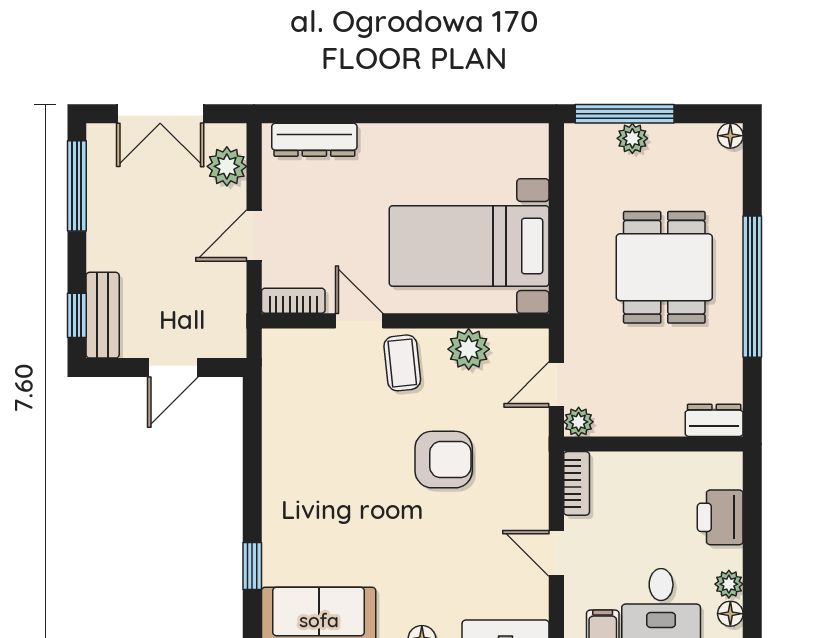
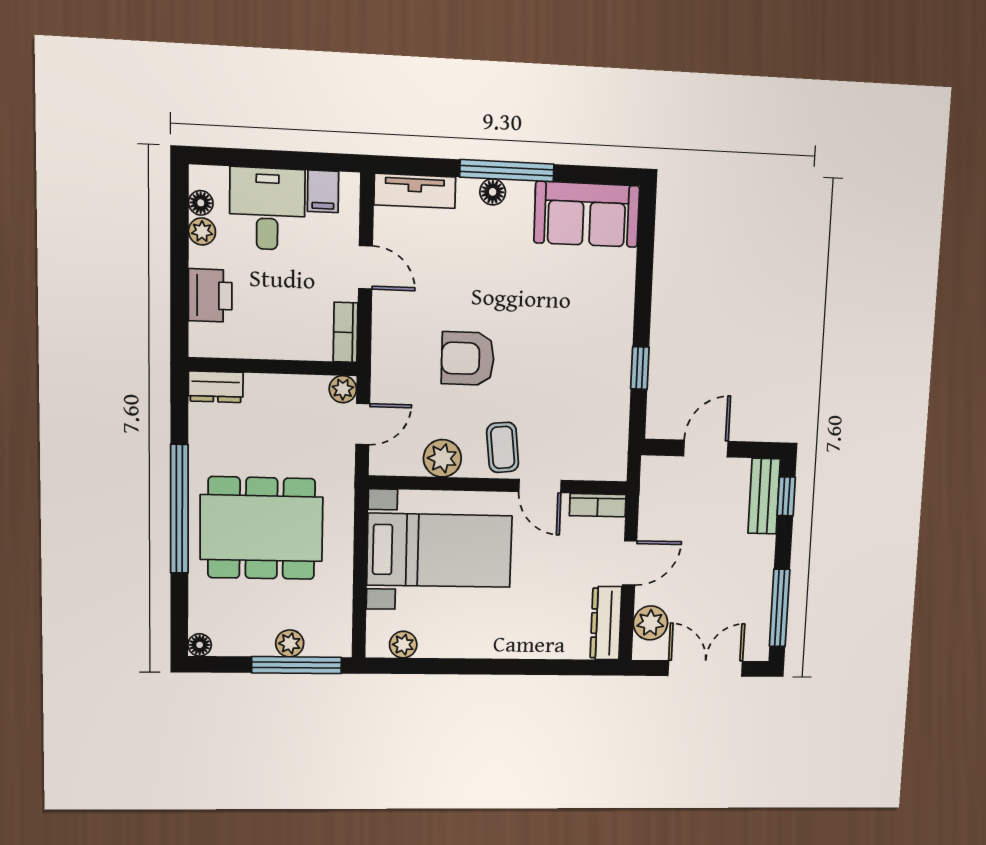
plant: (507, 138) -> (403, 645), added
dresser: (314, 140) -> (606, 623), moved, turned -90
dining table: (664, 267) -> (262, 528), width x1.38
window: (252, 566) -> (640, 368), moved

